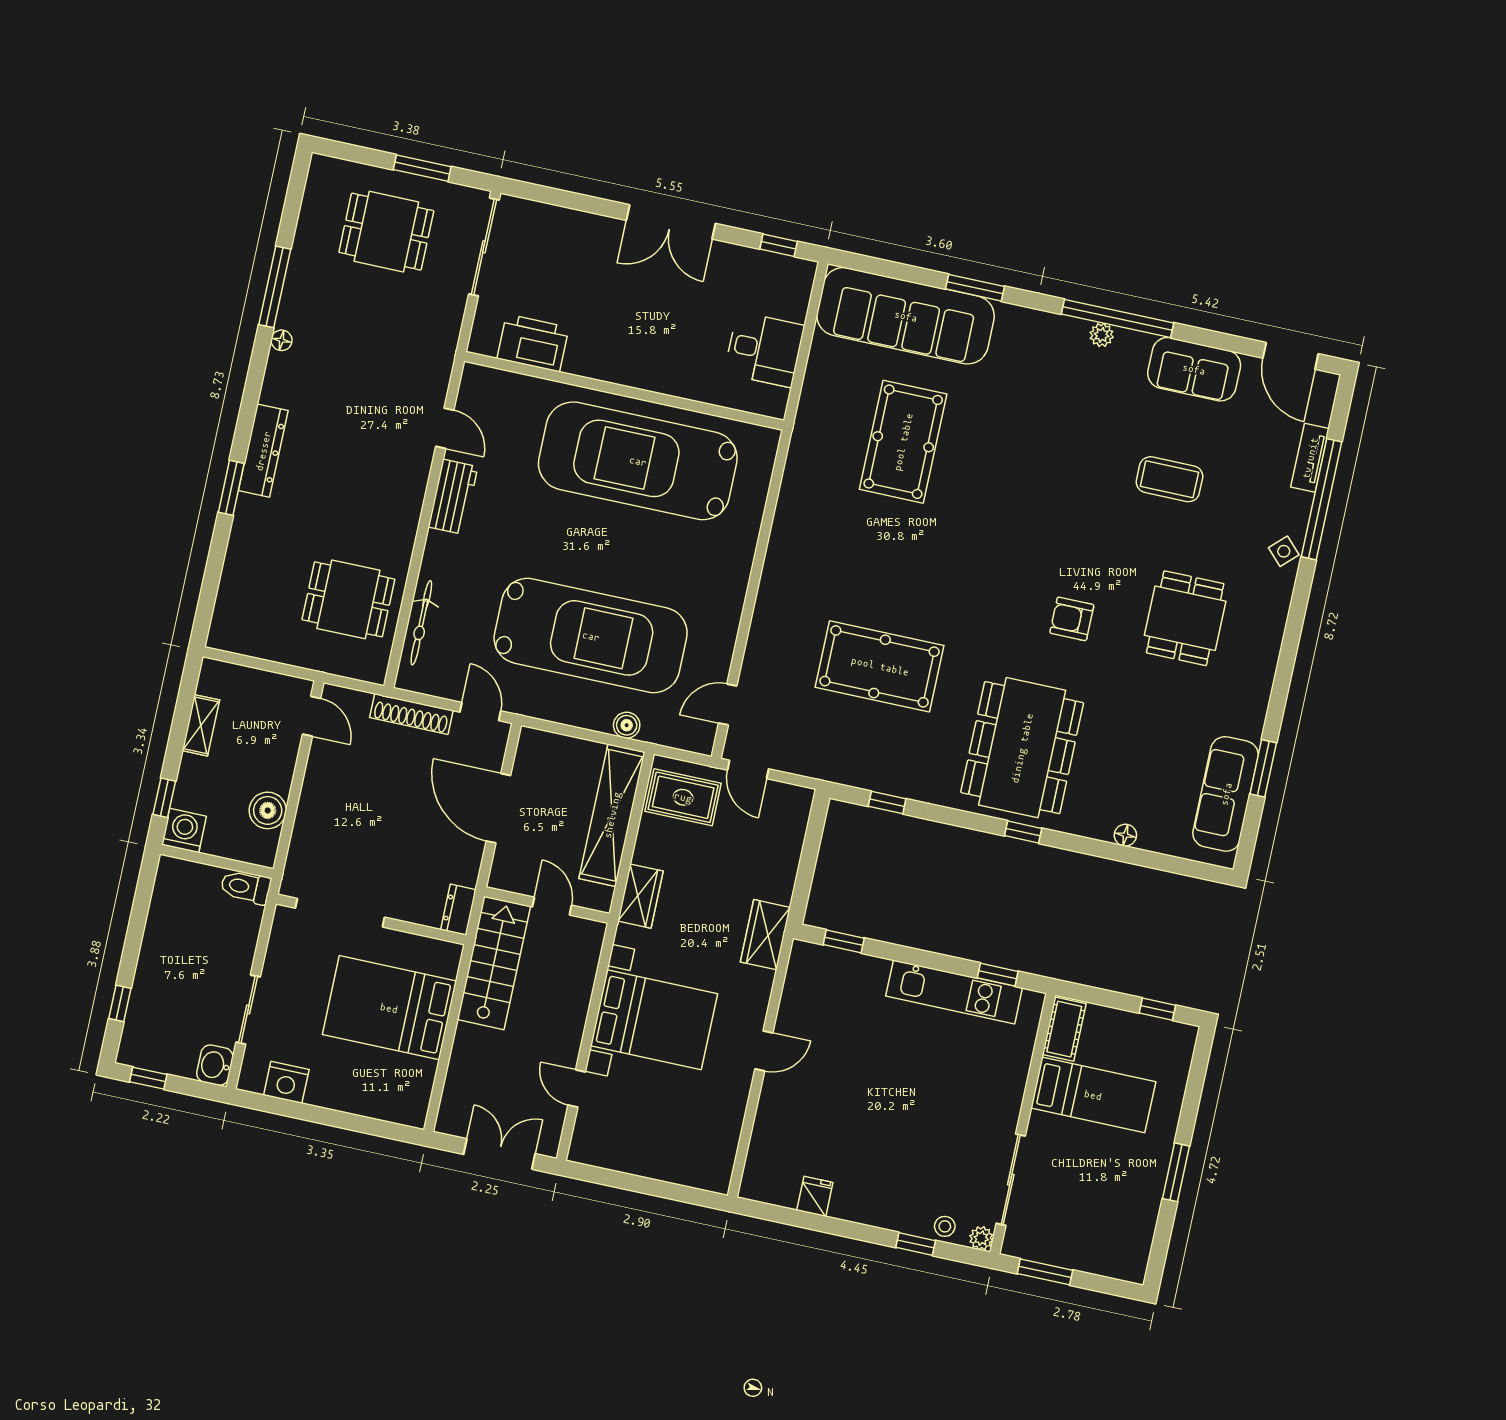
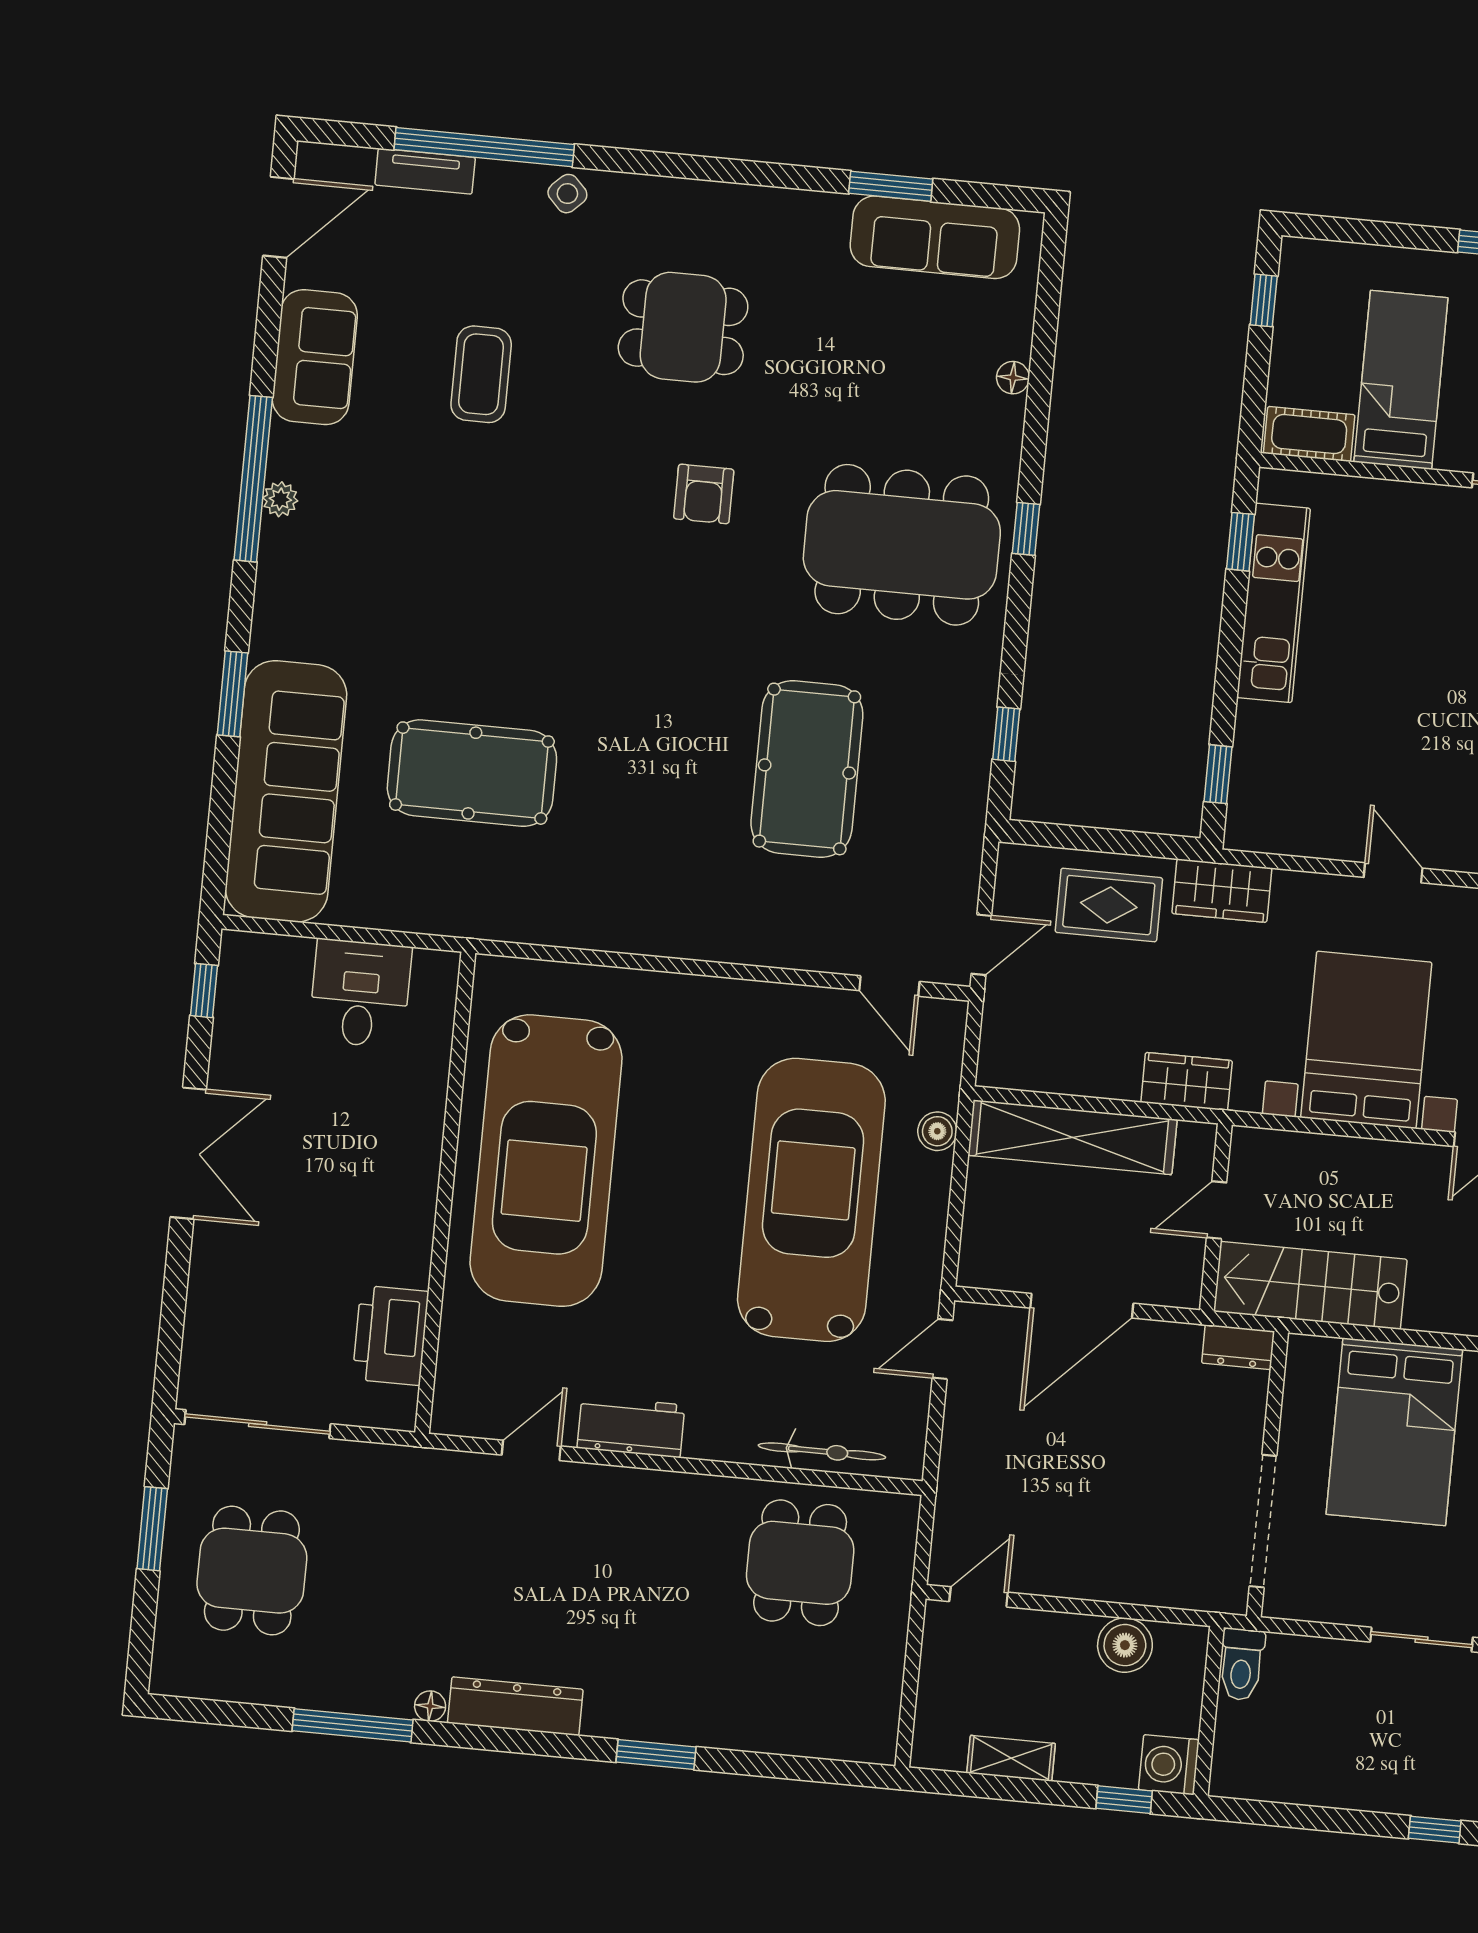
dresser: (263, 451) -> (515, 1706), moved
shoe rack: (411, 714) -> (958, 1450), removed
rug: (683, 797) -> (1109, 905), moved, turned 90

